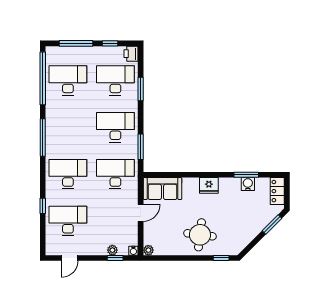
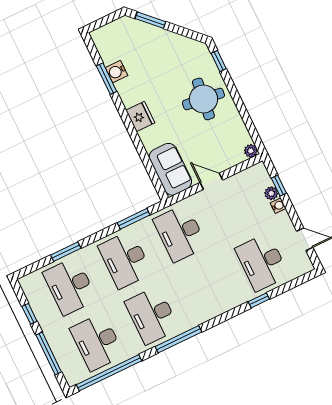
printer: (131, 54) -> (30, 283), removed
desk: (68, 174) -> (152, 315), moved
locker: (277, 191) -> (108, 33), removed
water cooler: (133, 251) -> (278, 206), moved

